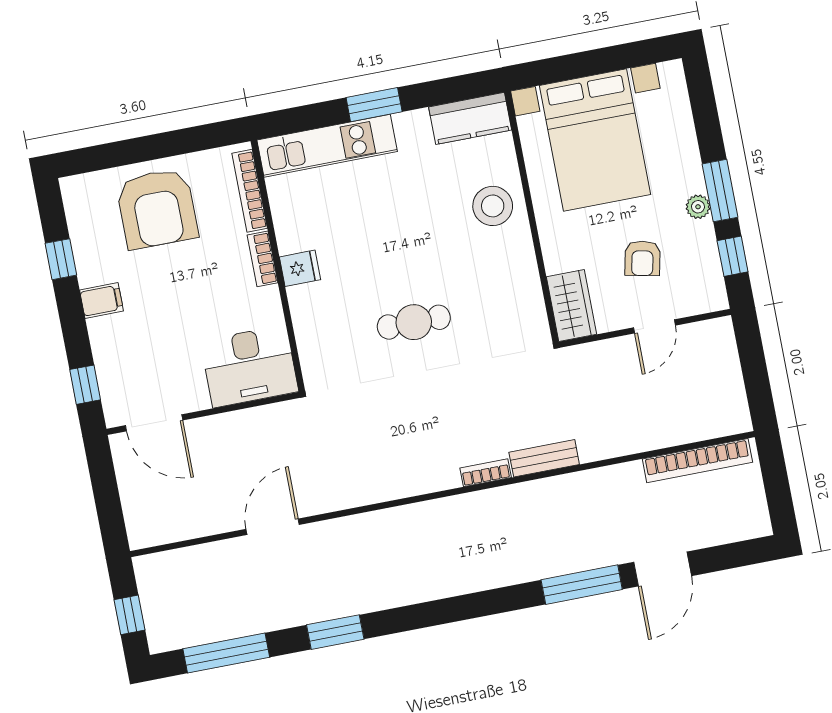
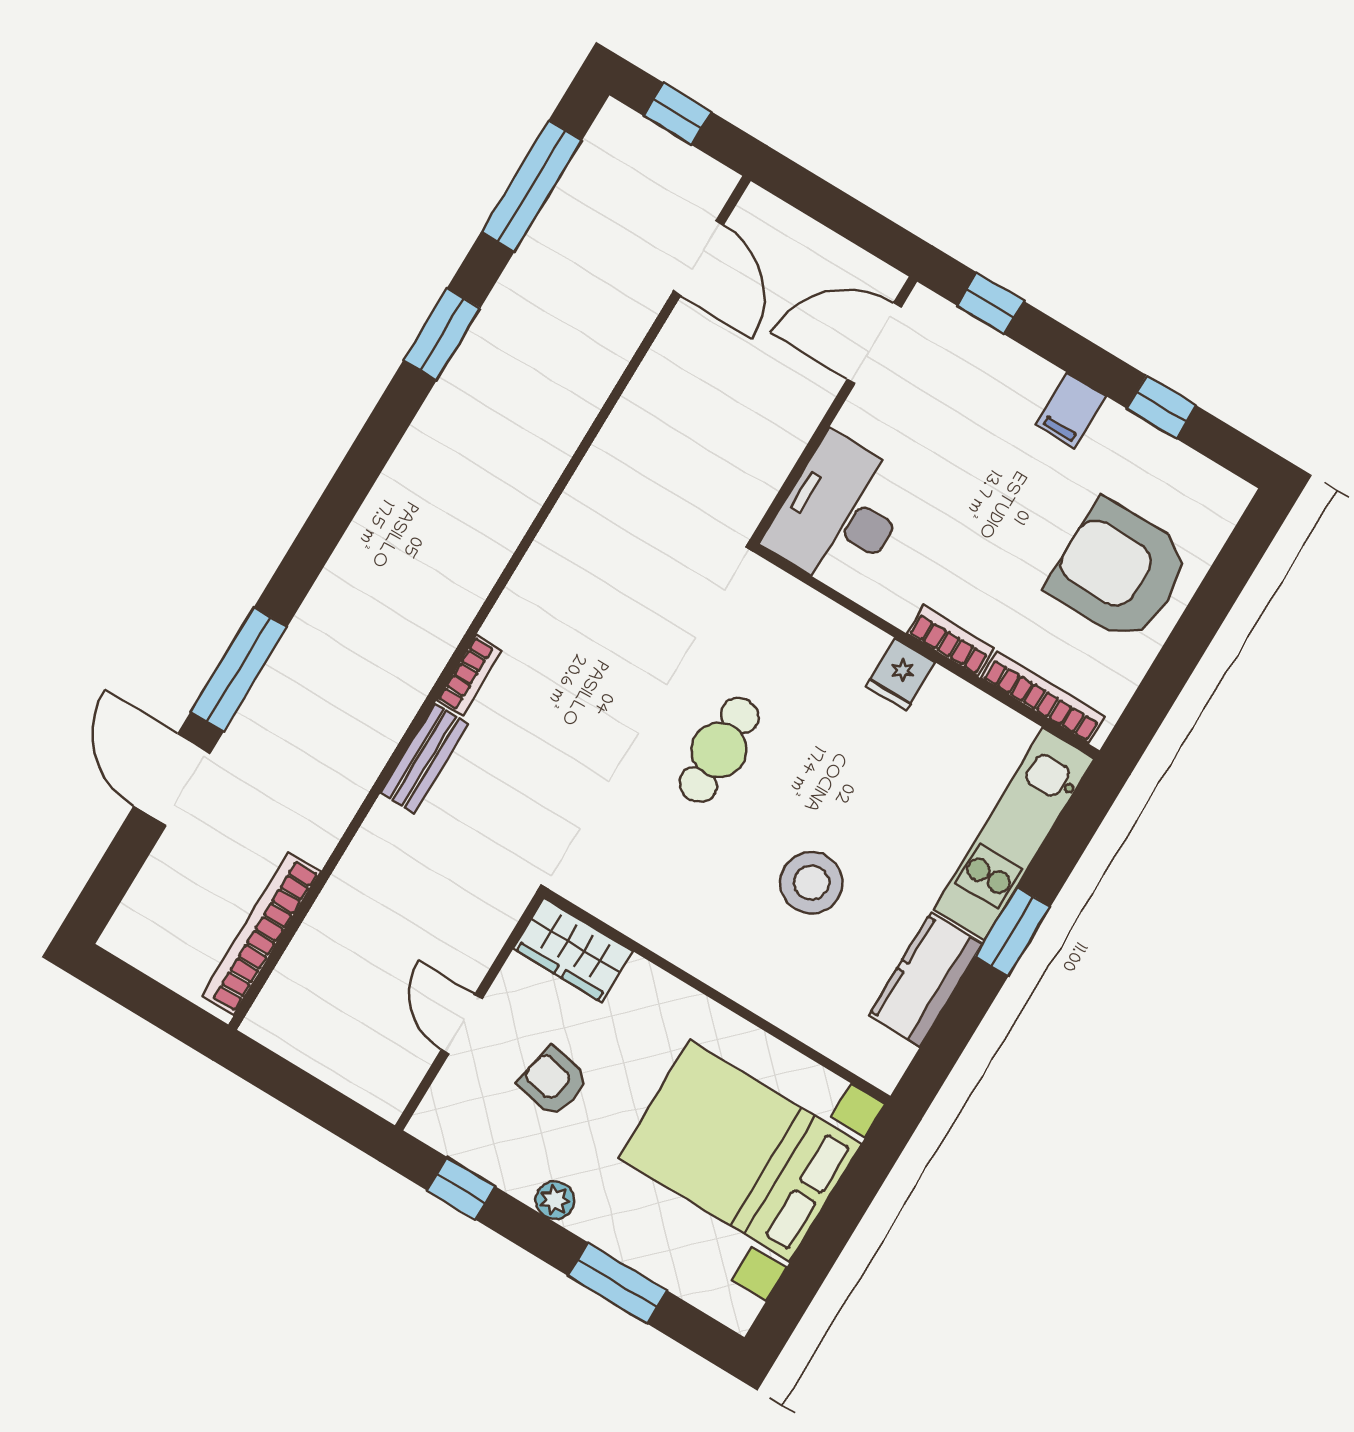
kitchen counter: (470, 118) -> (926, 980), moved
window: (720, 191) -> (618, 1283), moved
stool: (493, 206) -> (811, 883), moved
door: (273, 527) -> (698, 258), moved

